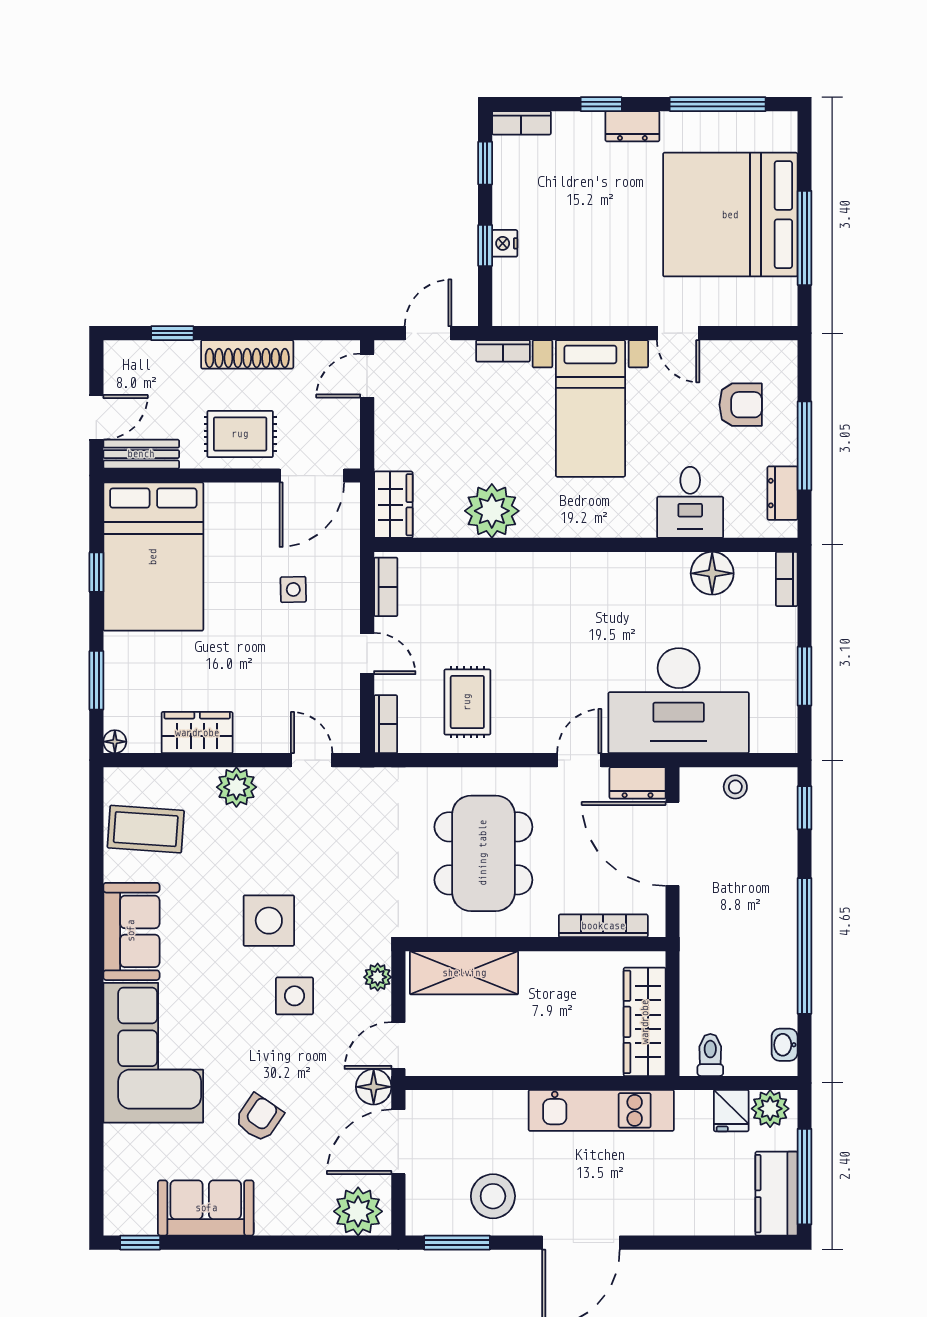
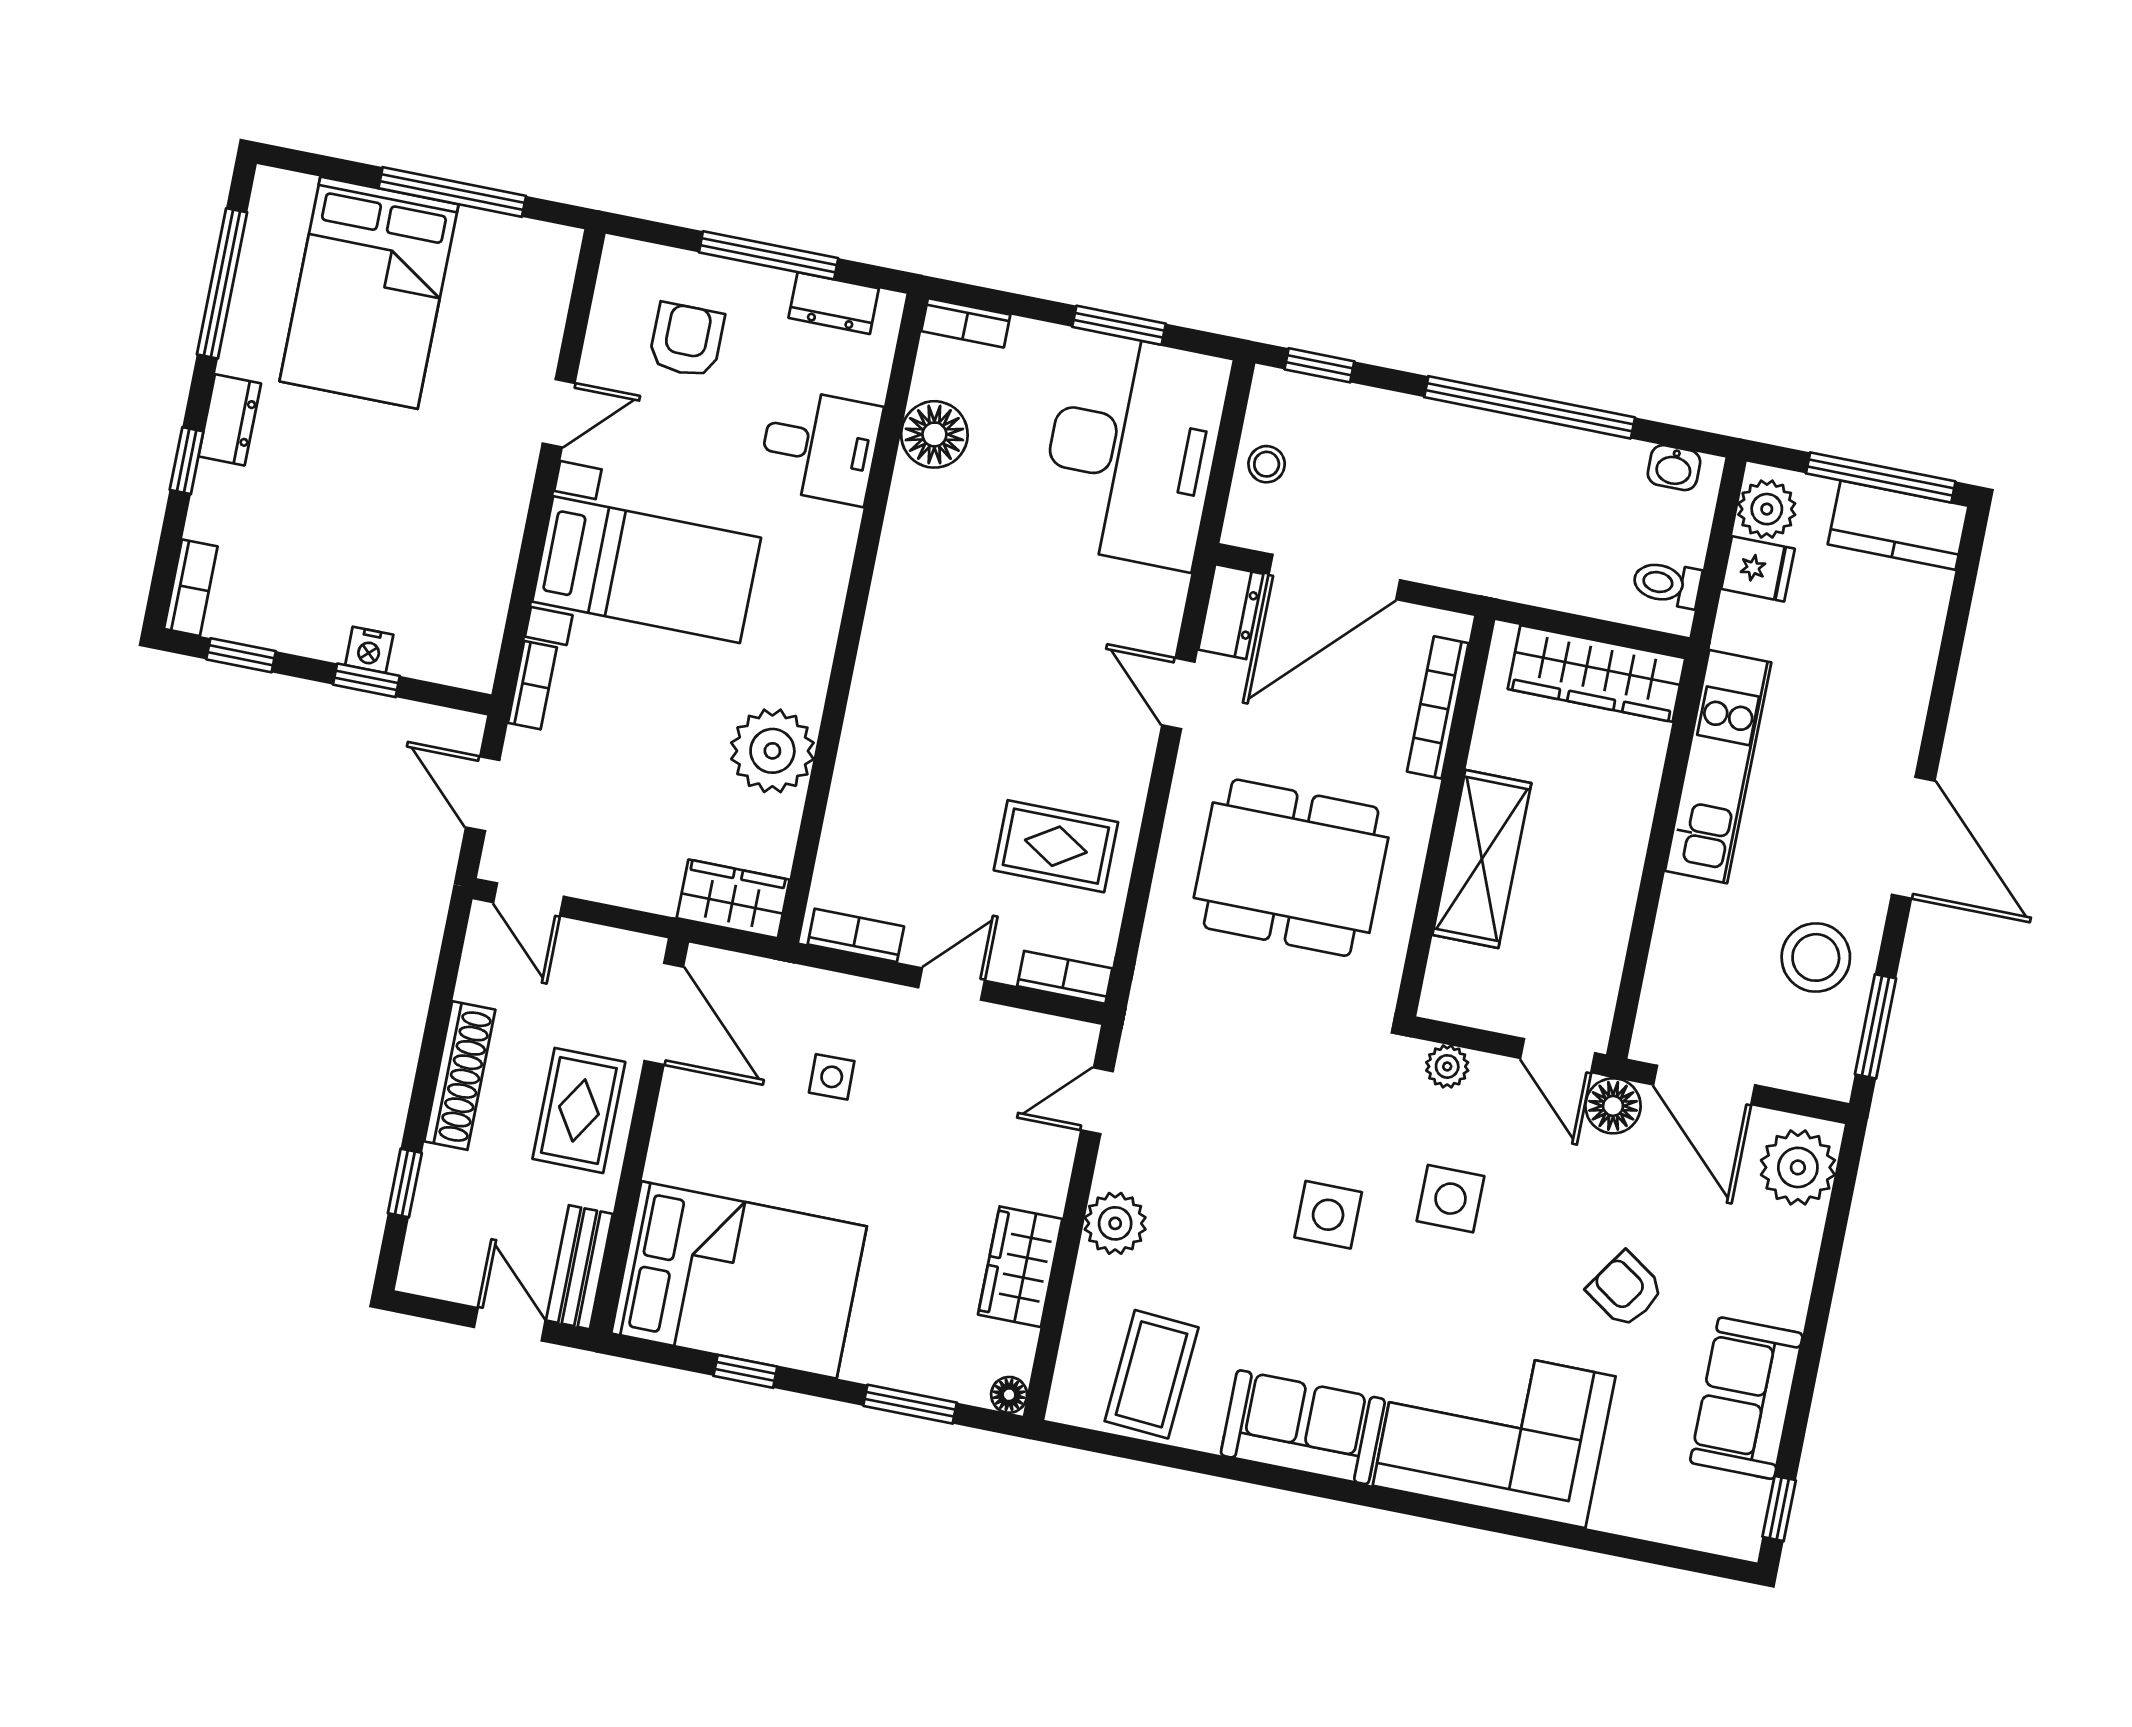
bed: (730, 215) -> (369, 293), width x0.73
desk: (679, 701) -> (1133, 450), moved
side table: (269, 921) -> (1328, 1215), width x0.73, depth x0.73
shelving: (464, 973) -> (1482, 859), moved

